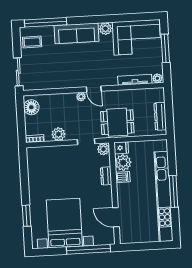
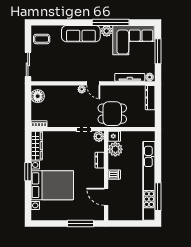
window: (46, 22) -> (111, 22), moved
dresser: (160, 116) -> (150, 98), moved
plant: (59, 134) -> (60, 121), removed
wardrobe: (33, 164) -> (37, 146), added
dishwasher: (123, 177) -> (114, 175), moved
window: (174, 191) -> (158, 197), moved
window: (27, 216) -> (28, 172), moved
bed with nightstands: (64, 223) -> (52, 185), moved, turned 90
window: (88, 249) -> (81, 224), width x0.68

